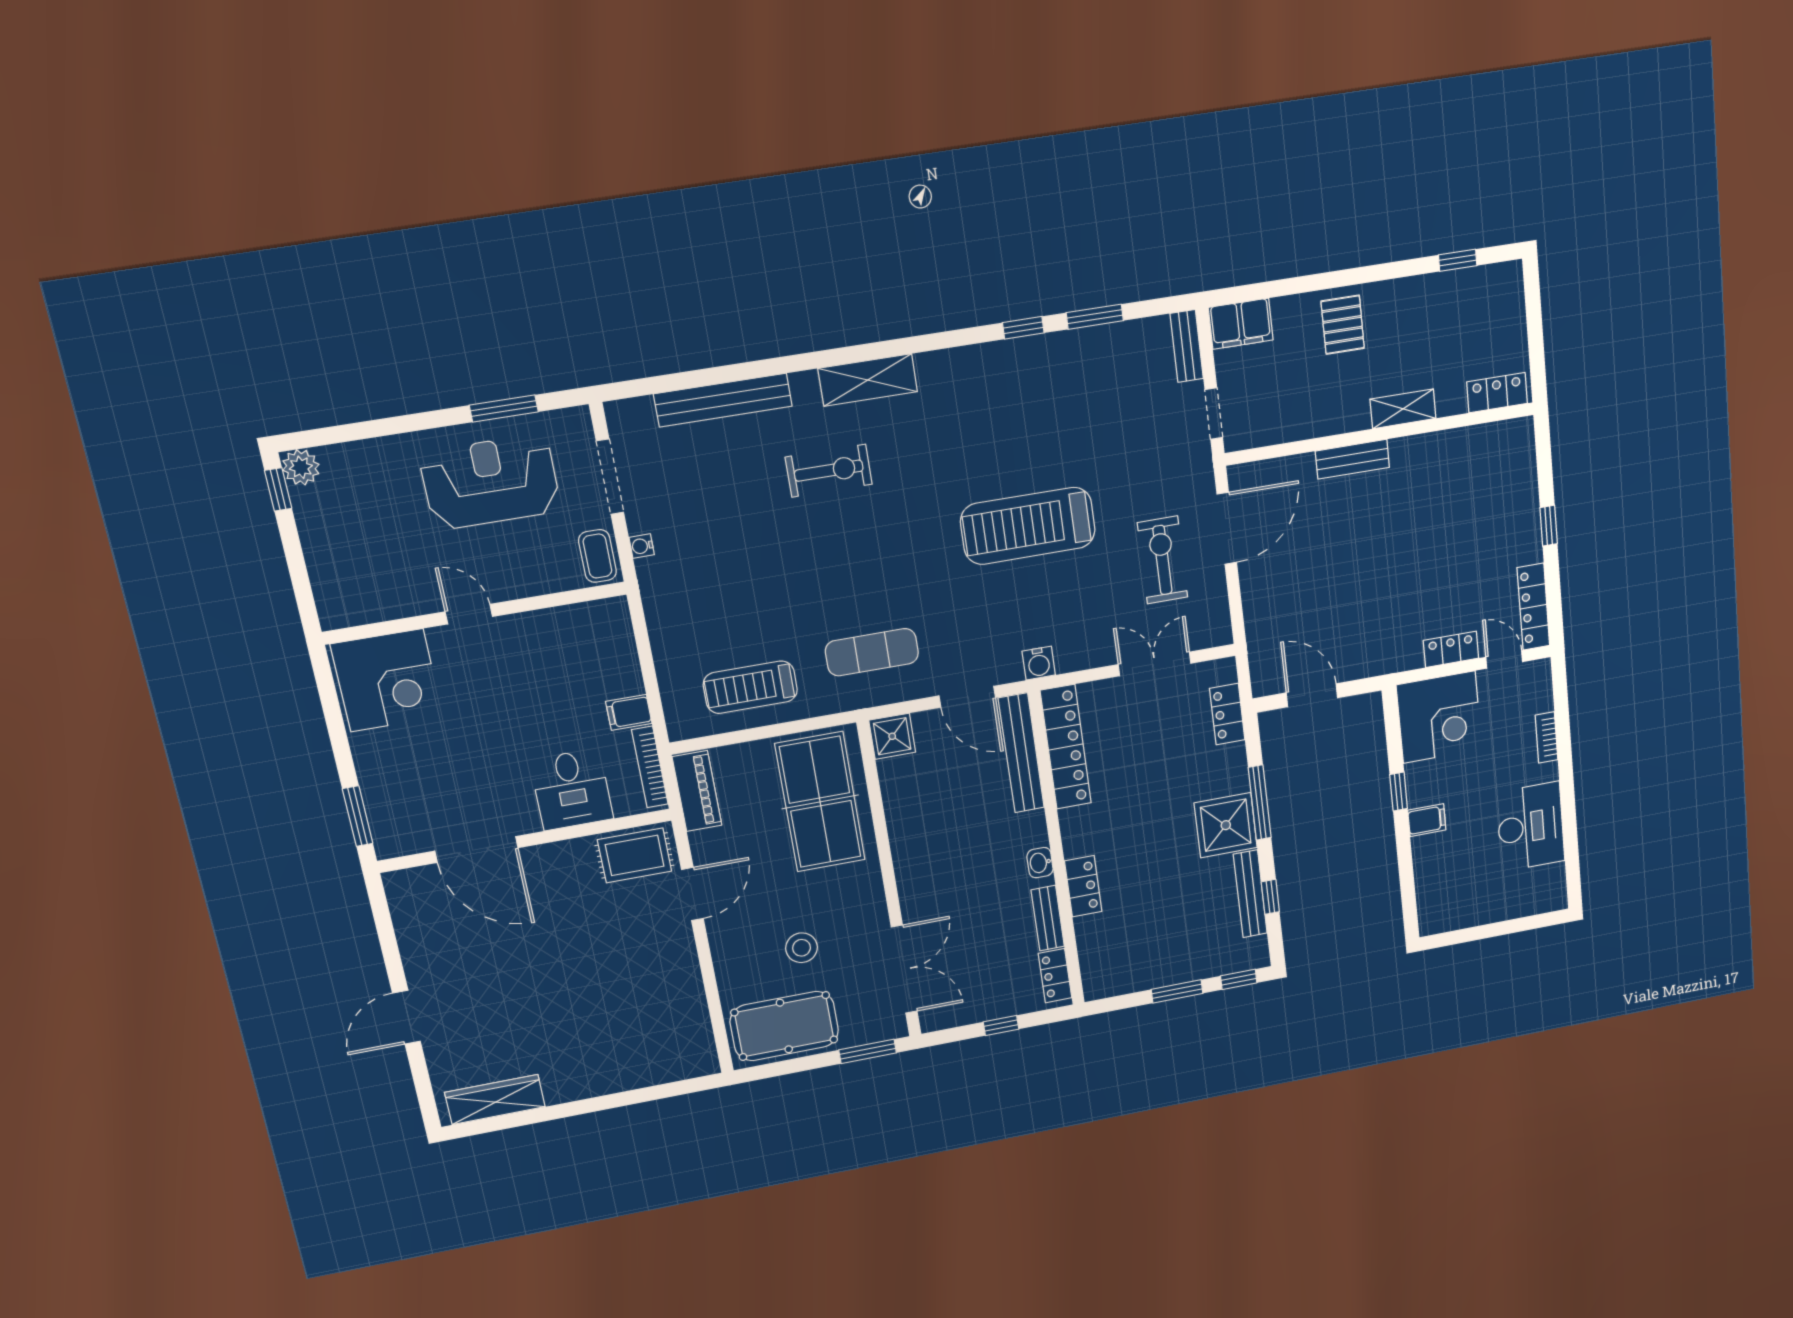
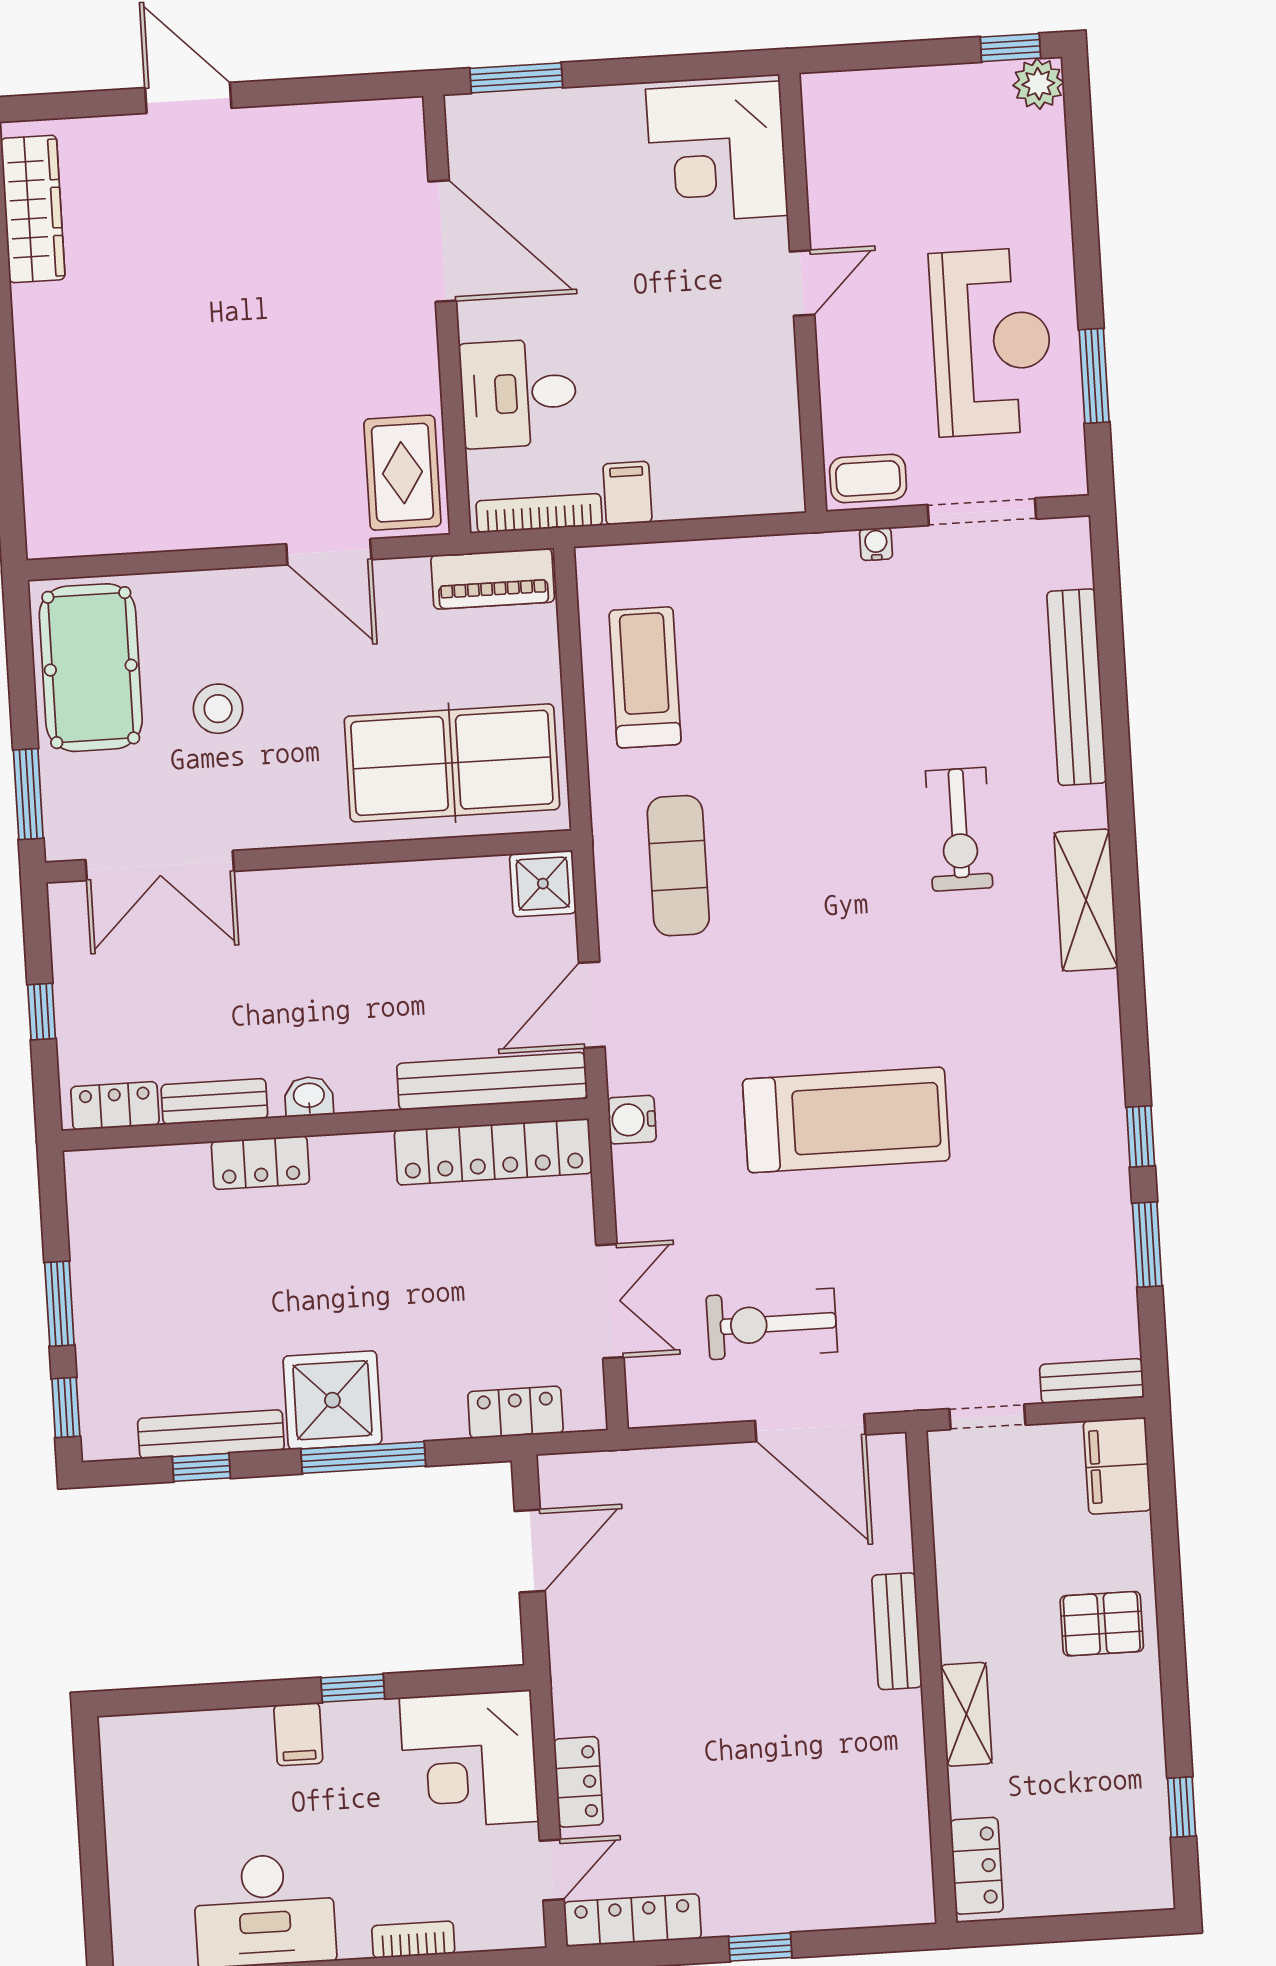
treadmill: (1028, 526) -> (846, 1120), turned 90
exercise bike: (1162, 560) -> (772, 1324), turned 180
door: (477, 849) -> (442, 241), swing flipped

